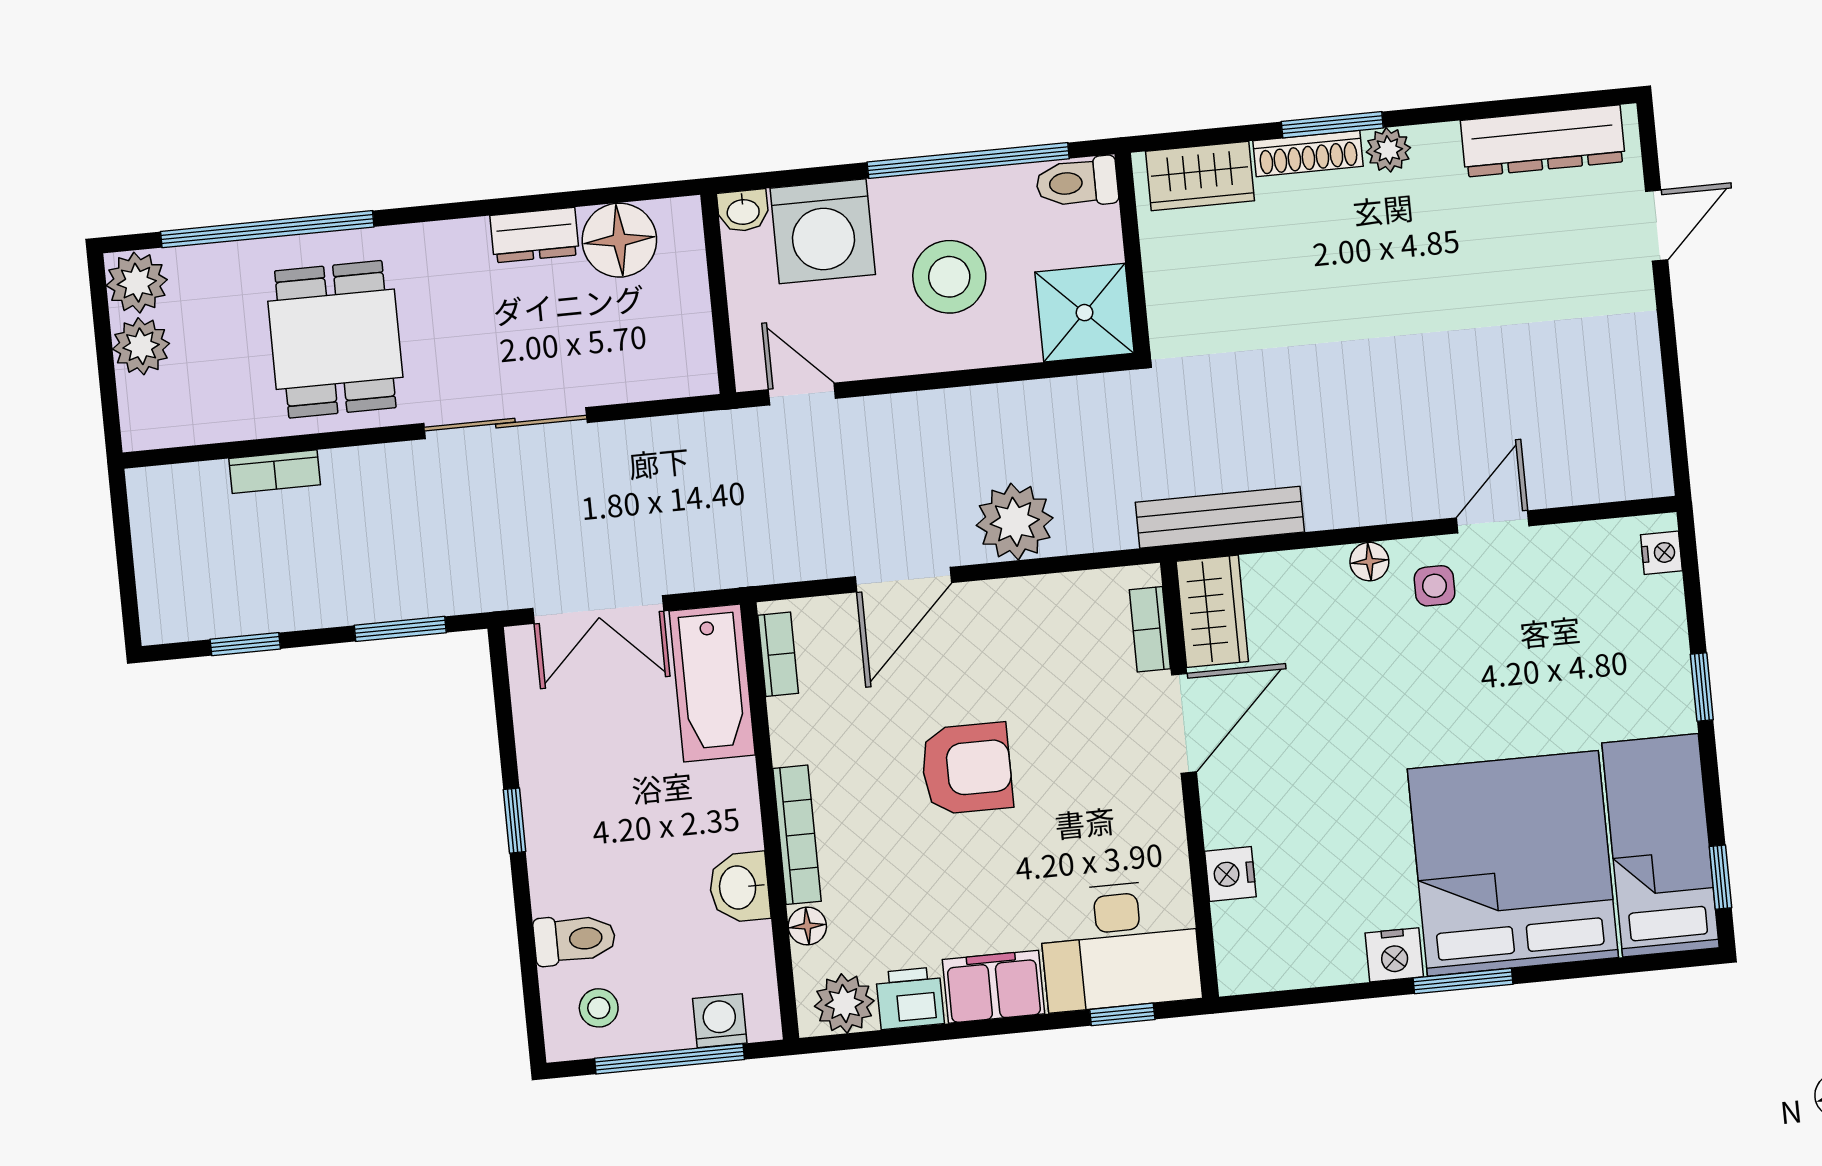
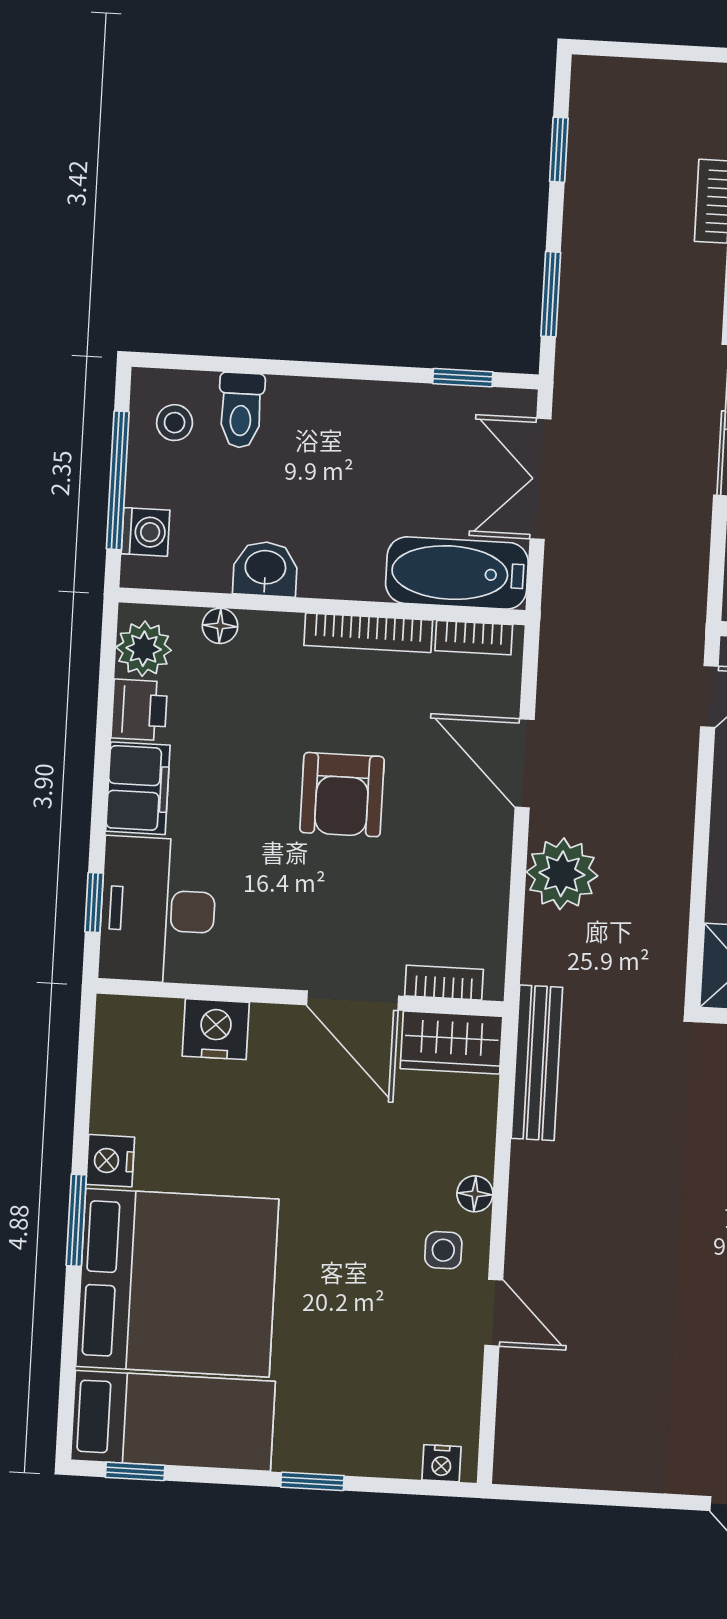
window: (514, 821) -> (463, 378), moved
bookcase: (797, 835) -> (368, 633), moved
nightstand: (1230, 874) -> (216, 1029), width x1.36, depth x1.33

